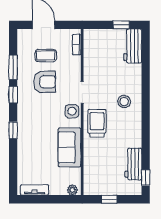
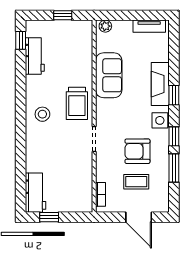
stool: (124, 102) -> (42, 114), moved
side table: (72, 111) -> (160, 120), moved
fireplace: (25, 140) -> (160, 84), added

